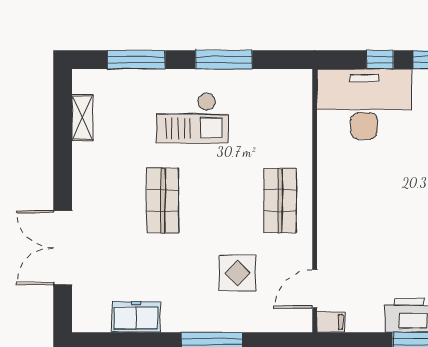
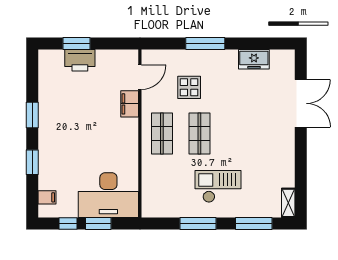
window: (380, 60) -> (98, 224), width x1.50
shelving: (82, 118) -> (288, 203), moved
shop shelf: (163, 201) -> (199, 134), moved
filing cabinet: (331, 322) -> (130, 104), moved, width x2.00

